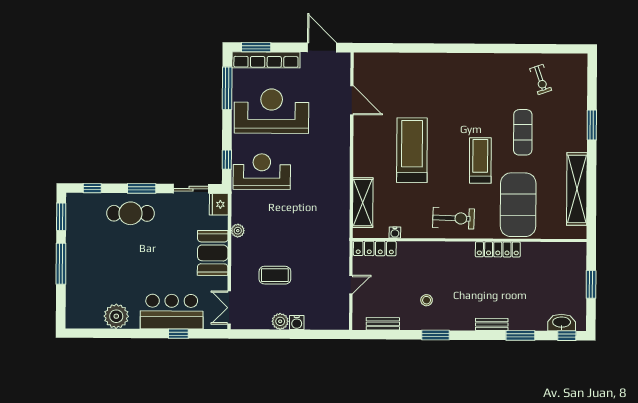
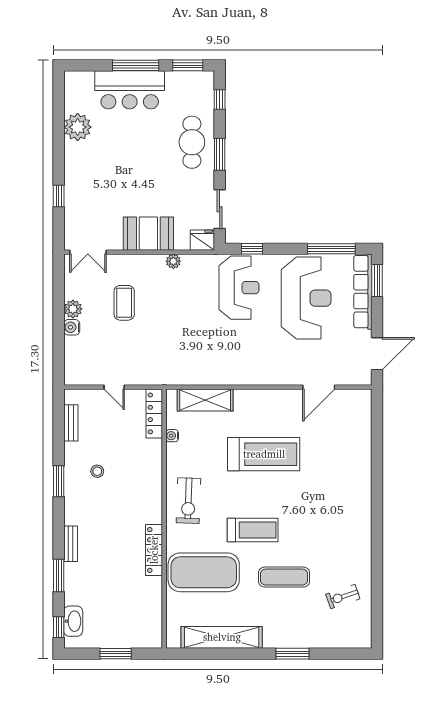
double door: (229, 308) -> (88, 252), swing flipped
bar counter: (172, 312) -> (130, 90), moved, turned 90

